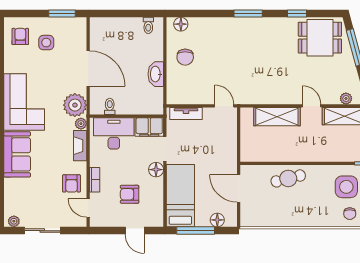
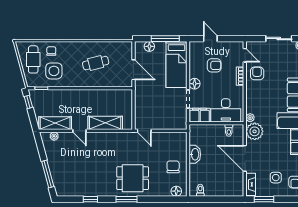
dining table: (320, 38) -> (133, 178), moved
tv unit: (186, 113) -> (172, 125), removed
fireplace: (80, 146) -> (251, 184), moved
cafe table: (288, 178) -> (96, 63), moved

